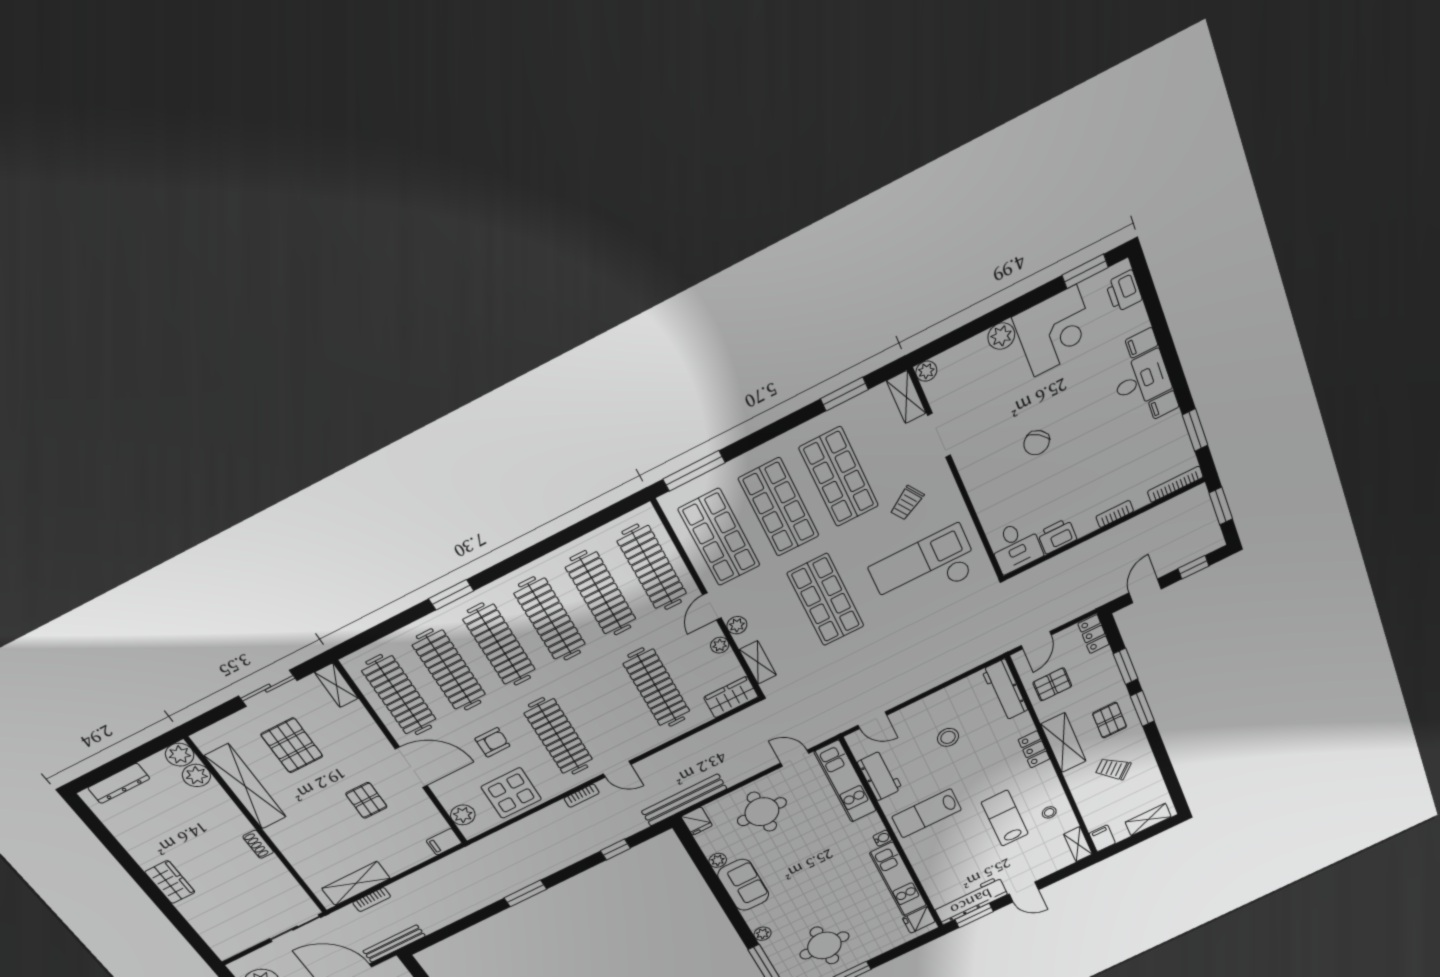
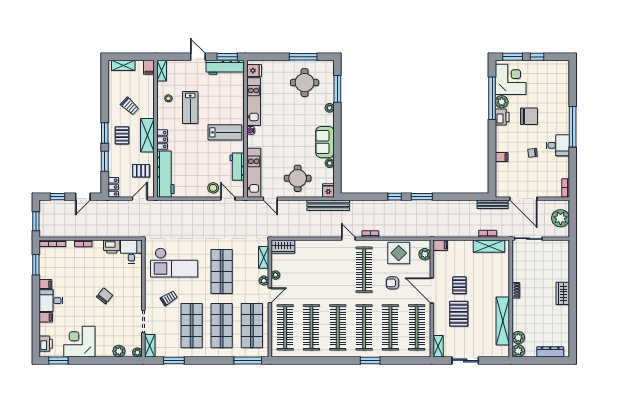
plant: (1001, 336) -> (119, 351), moved
clothes rail: (657, 688) -> (311, 270), removed
workbench: (1005, 690) -> (165, 174), width x1.36, depth x1.32
stool: (948, 737) -> (213, 188), moved
pallet: (292, 745) -> (459, 314), moved
window: (615, 850) -> (395, 197), moved

